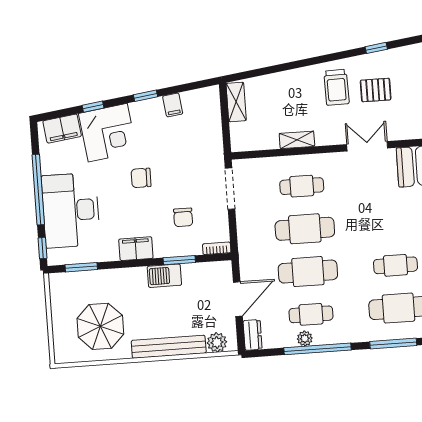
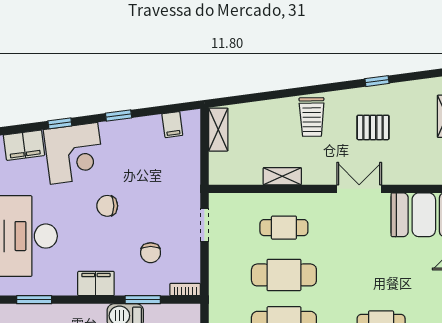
trolley: (336, 87) -> (312, 117), moved
filing cabinet: (173, 105) -> (172, 125), moved
doorway: (230, 189) -> (205, 225), width x0.73

